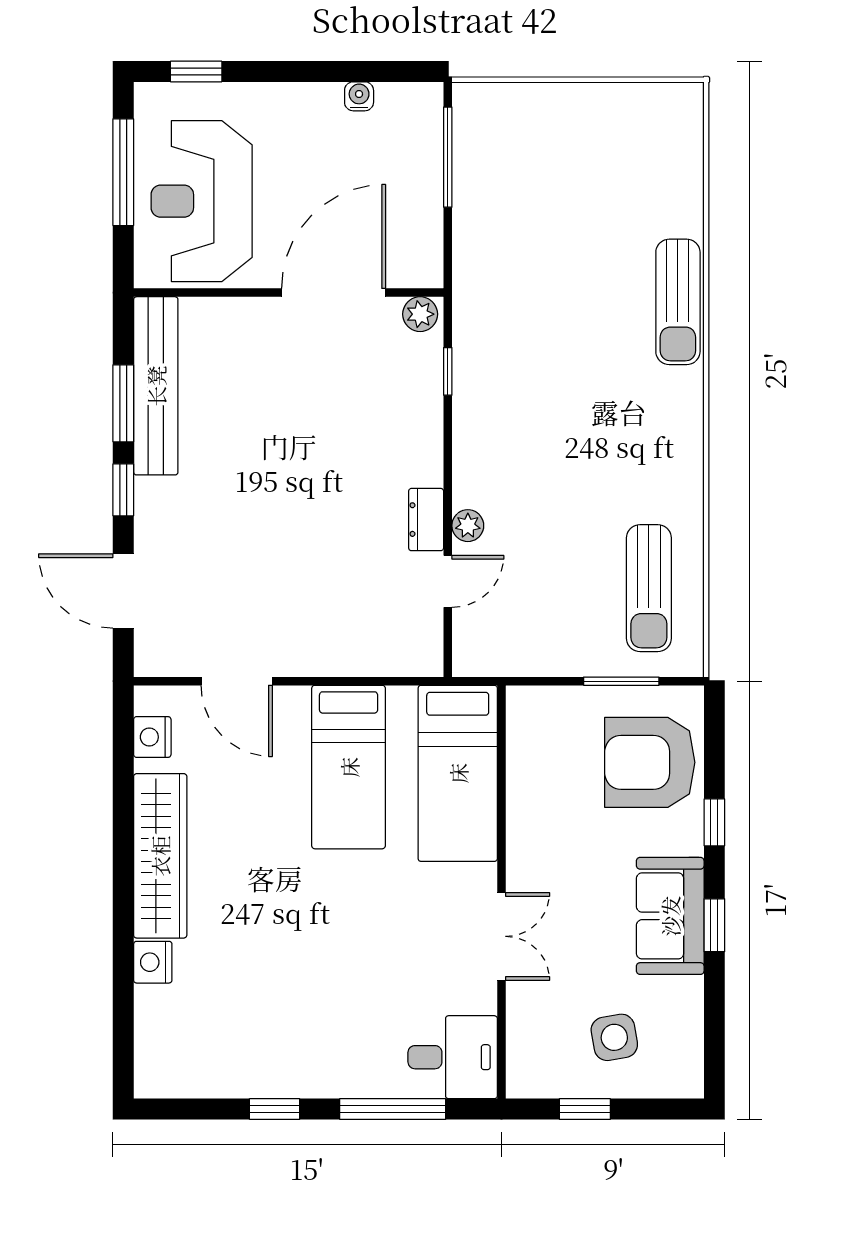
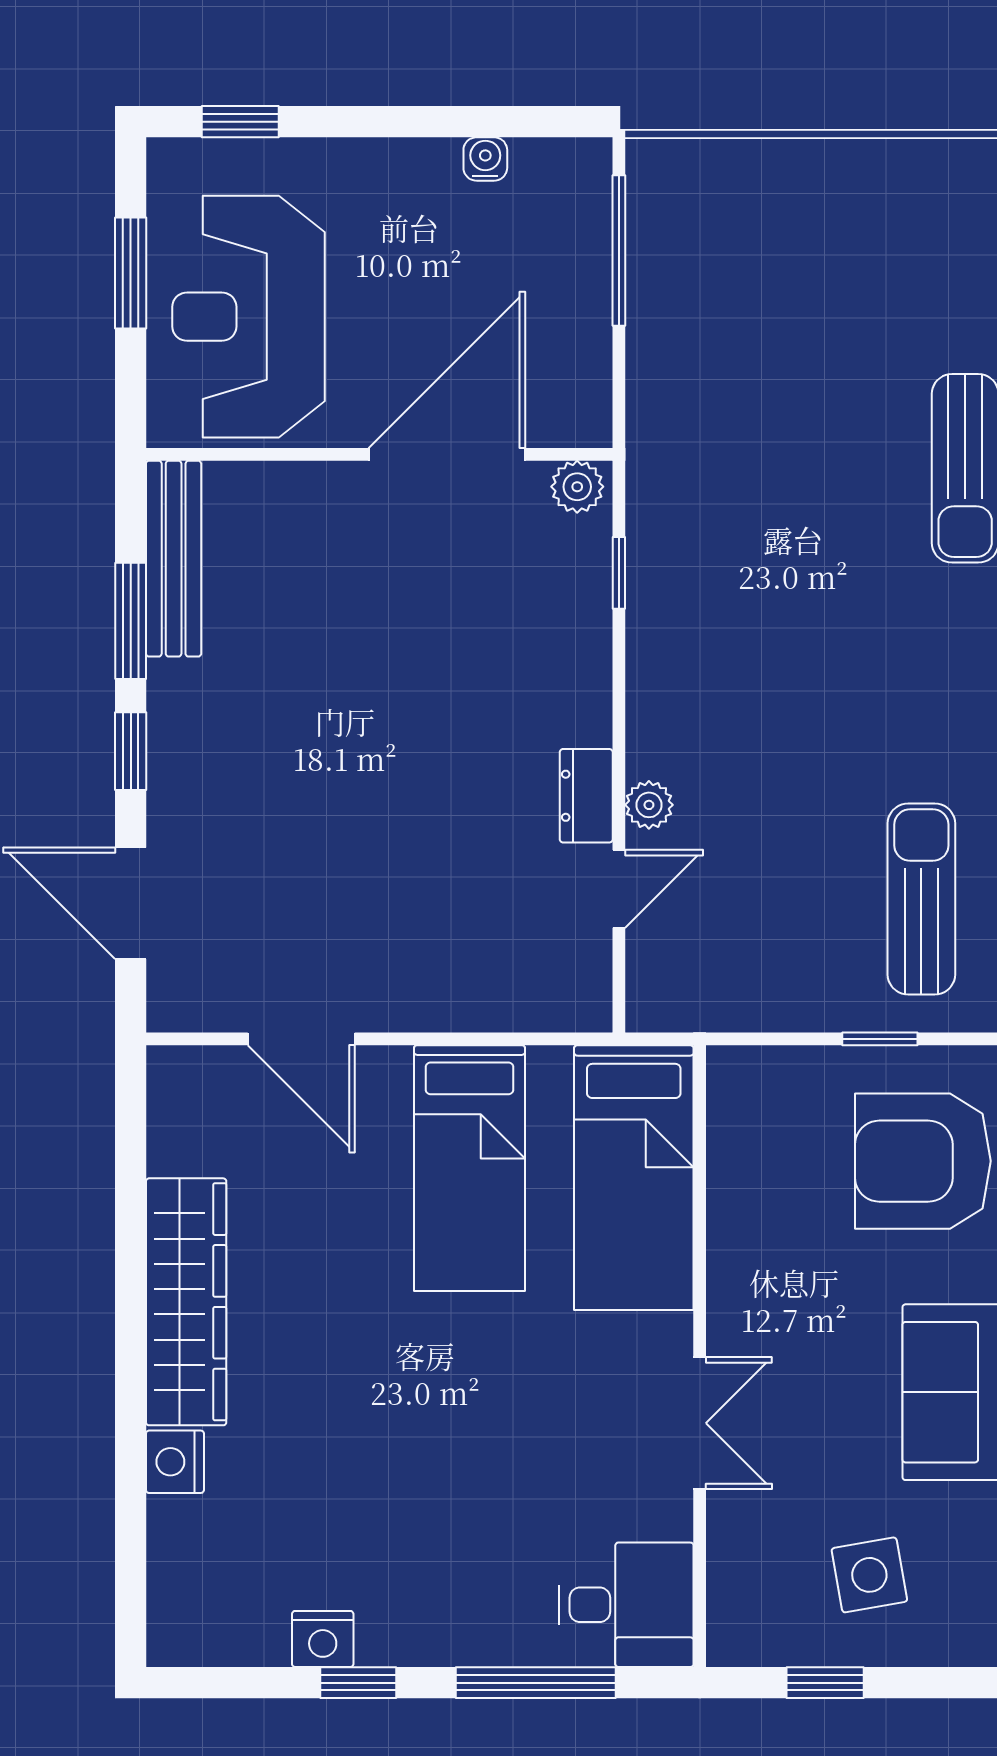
window: (123, 172) -> (131, 273), width x0.69
bench: (156, 386) -> (174, 559), width x0.73, depth x0.82
sun lounger: (649, 588) -> (921, 899), turned 180
window: (621, 681) -> (880, 1039), width x0.67
nightstand: (152, 737) -> (323, 1639), moved, turned -90

